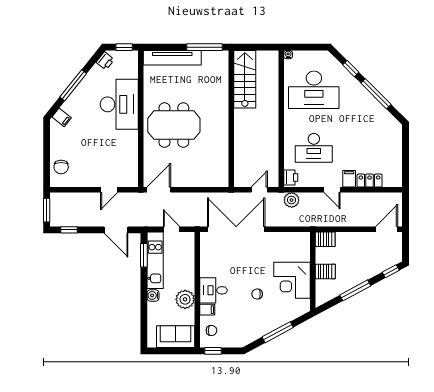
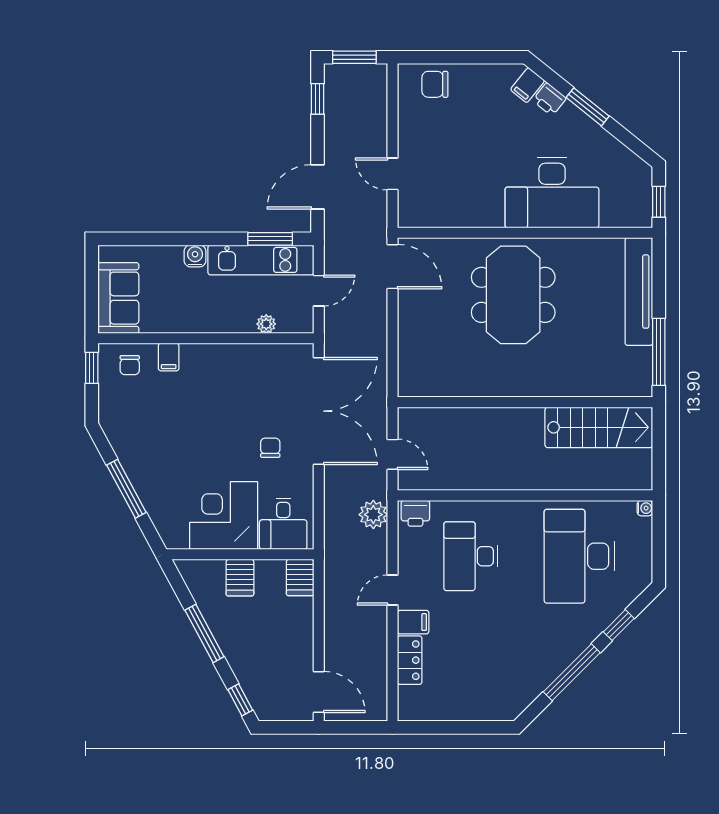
printer: (105, 61) -> (549, 99), moved
window: (73, 85) -> (588, 107), width x0.69
desk: (213, 290) -> (283, 524), moved, turned 180
chair: (257, 294) -> (270, 448), moved
plant: (185, 299) -> (266, 324), moved, width x0.53, depth x0.53

